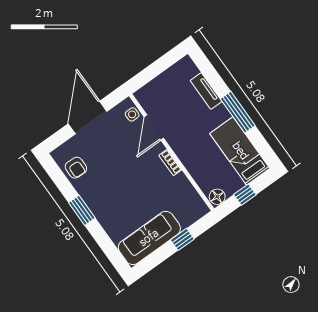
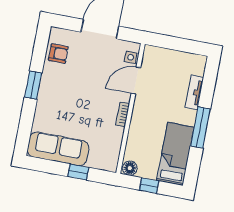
armchair: (76, 168) -> (58, 54), turned -91

